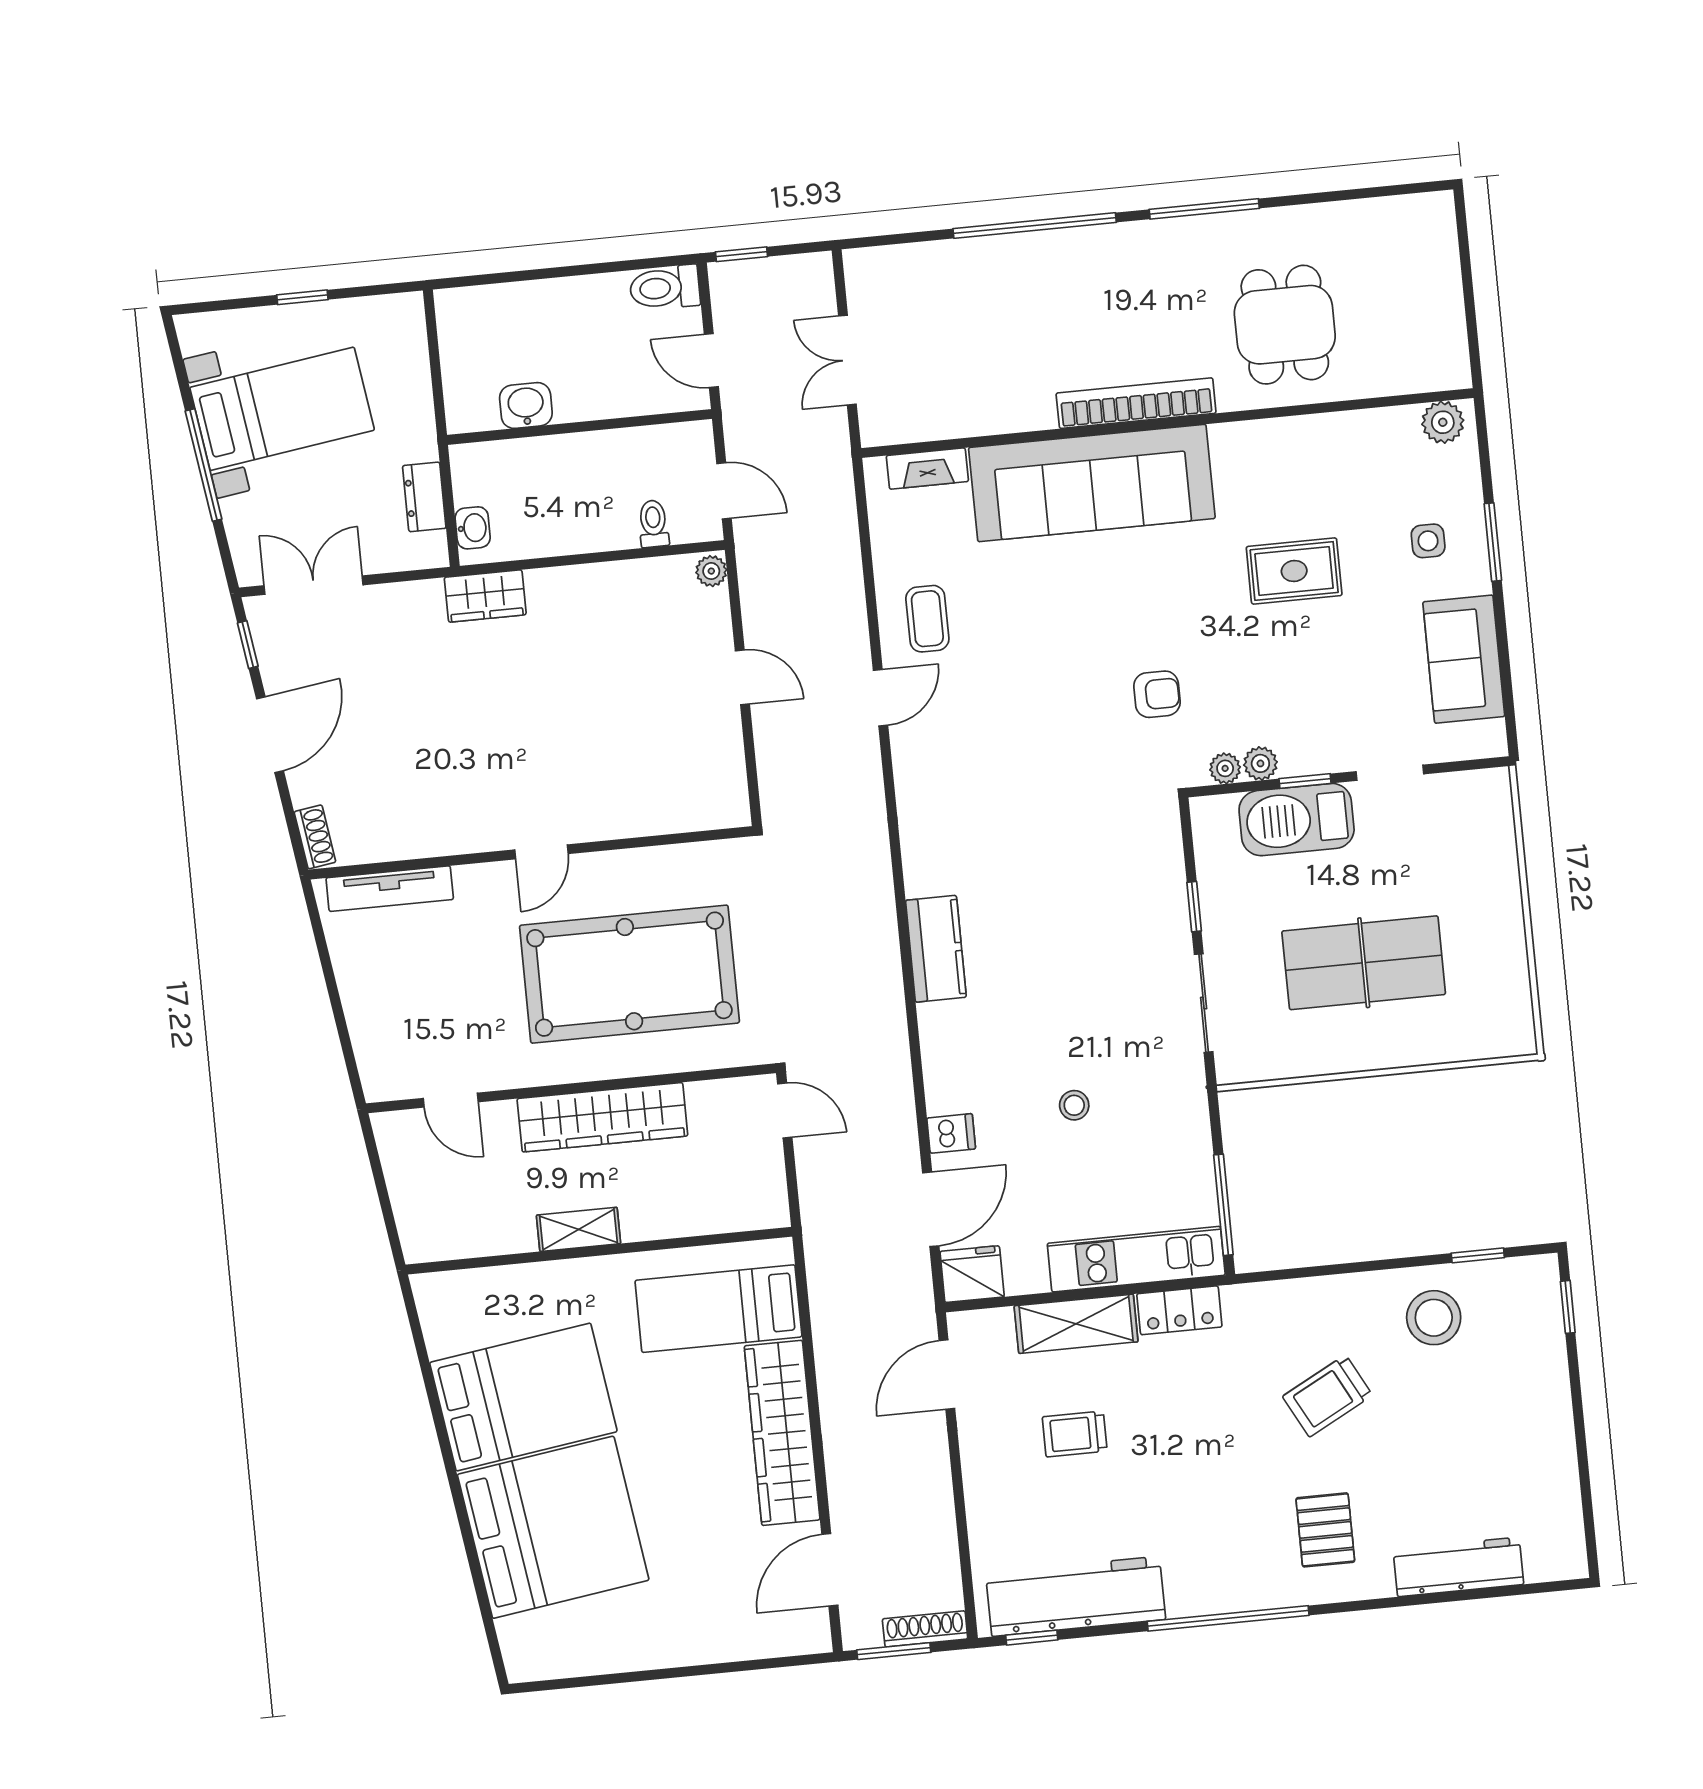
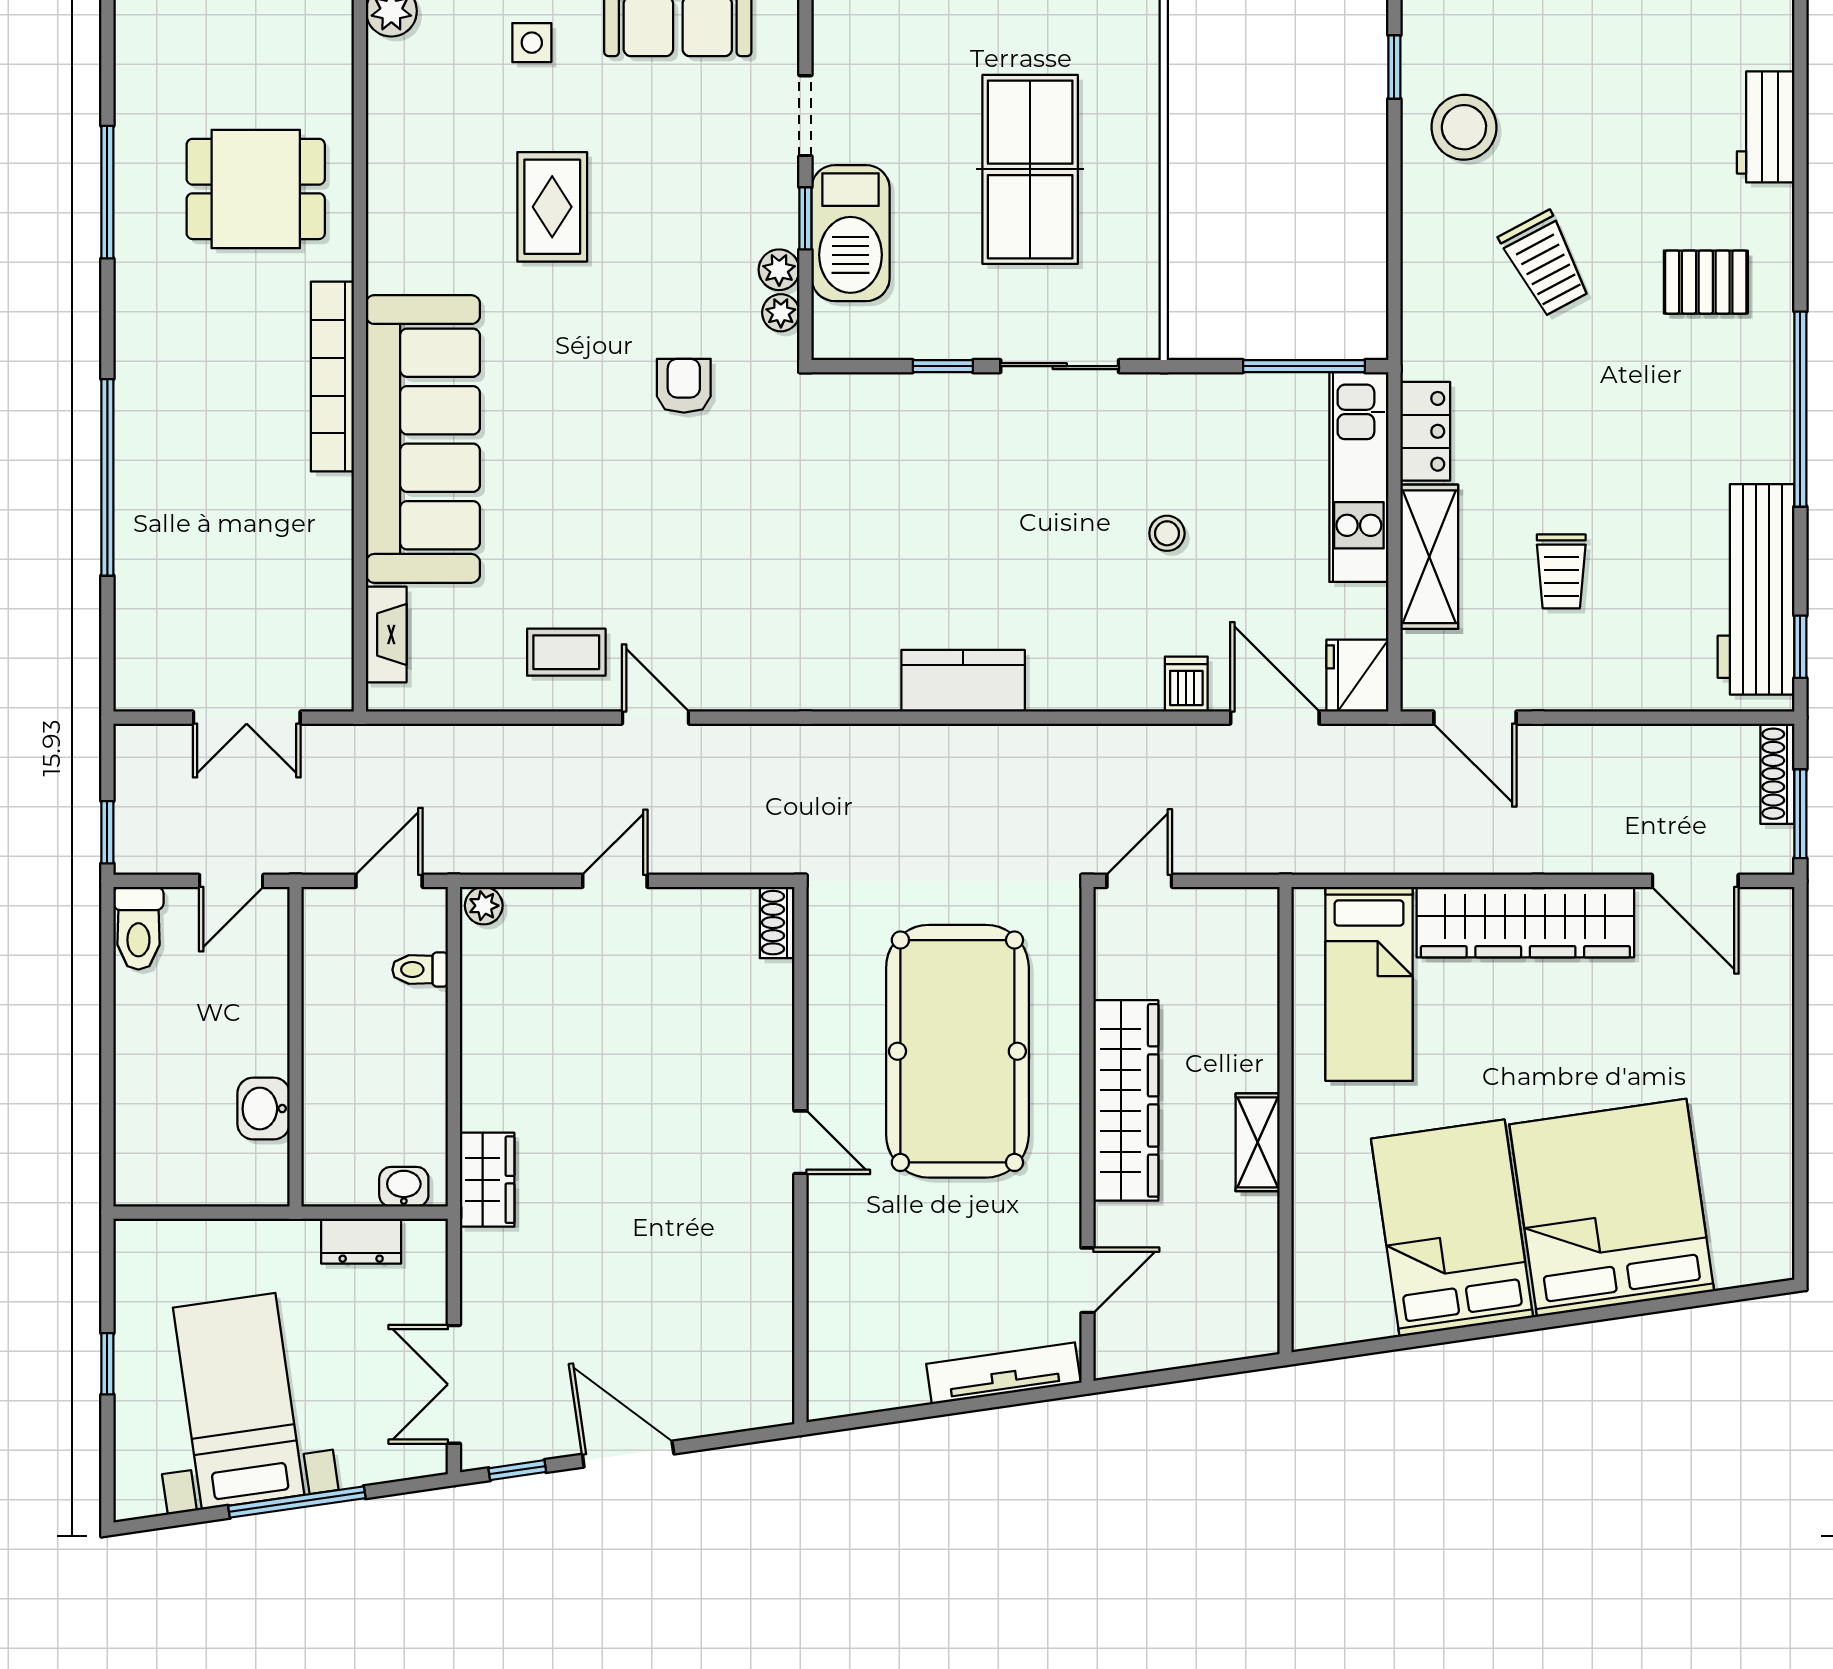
window: (1204, 209) -> (107, 192), moved
shoe rack: (315, 837) -> (777, 923), moved, turned -82
tv unit: (390, 889) -> (1003, 1373), moved, turned -98
workbench: (1458, 1567) -> (1766, 127), width x0.73

